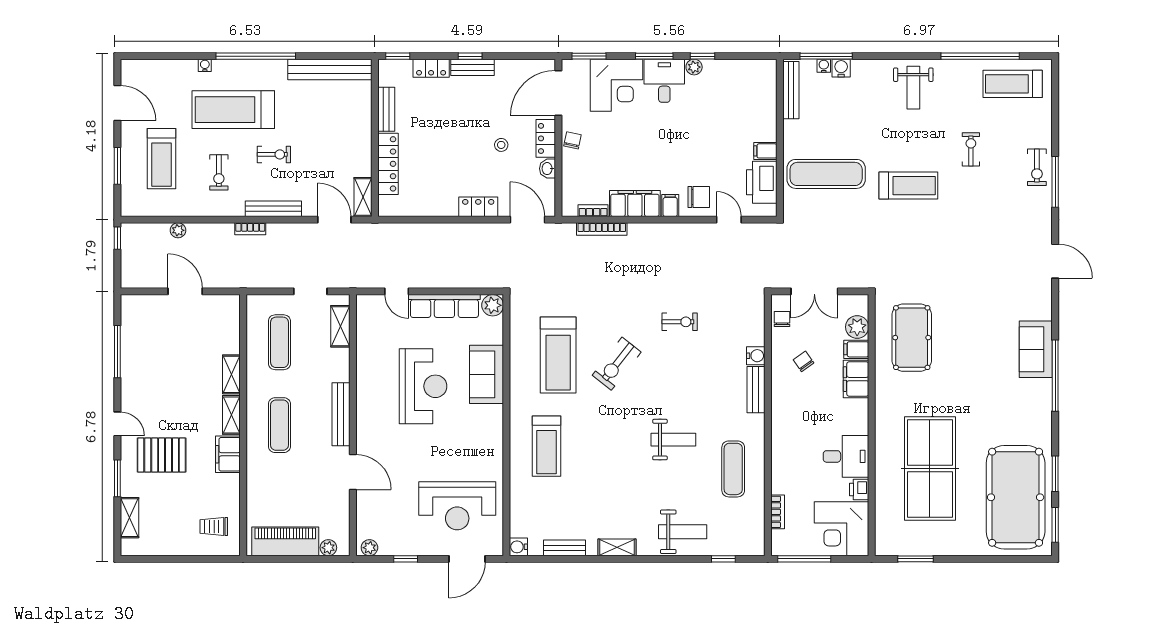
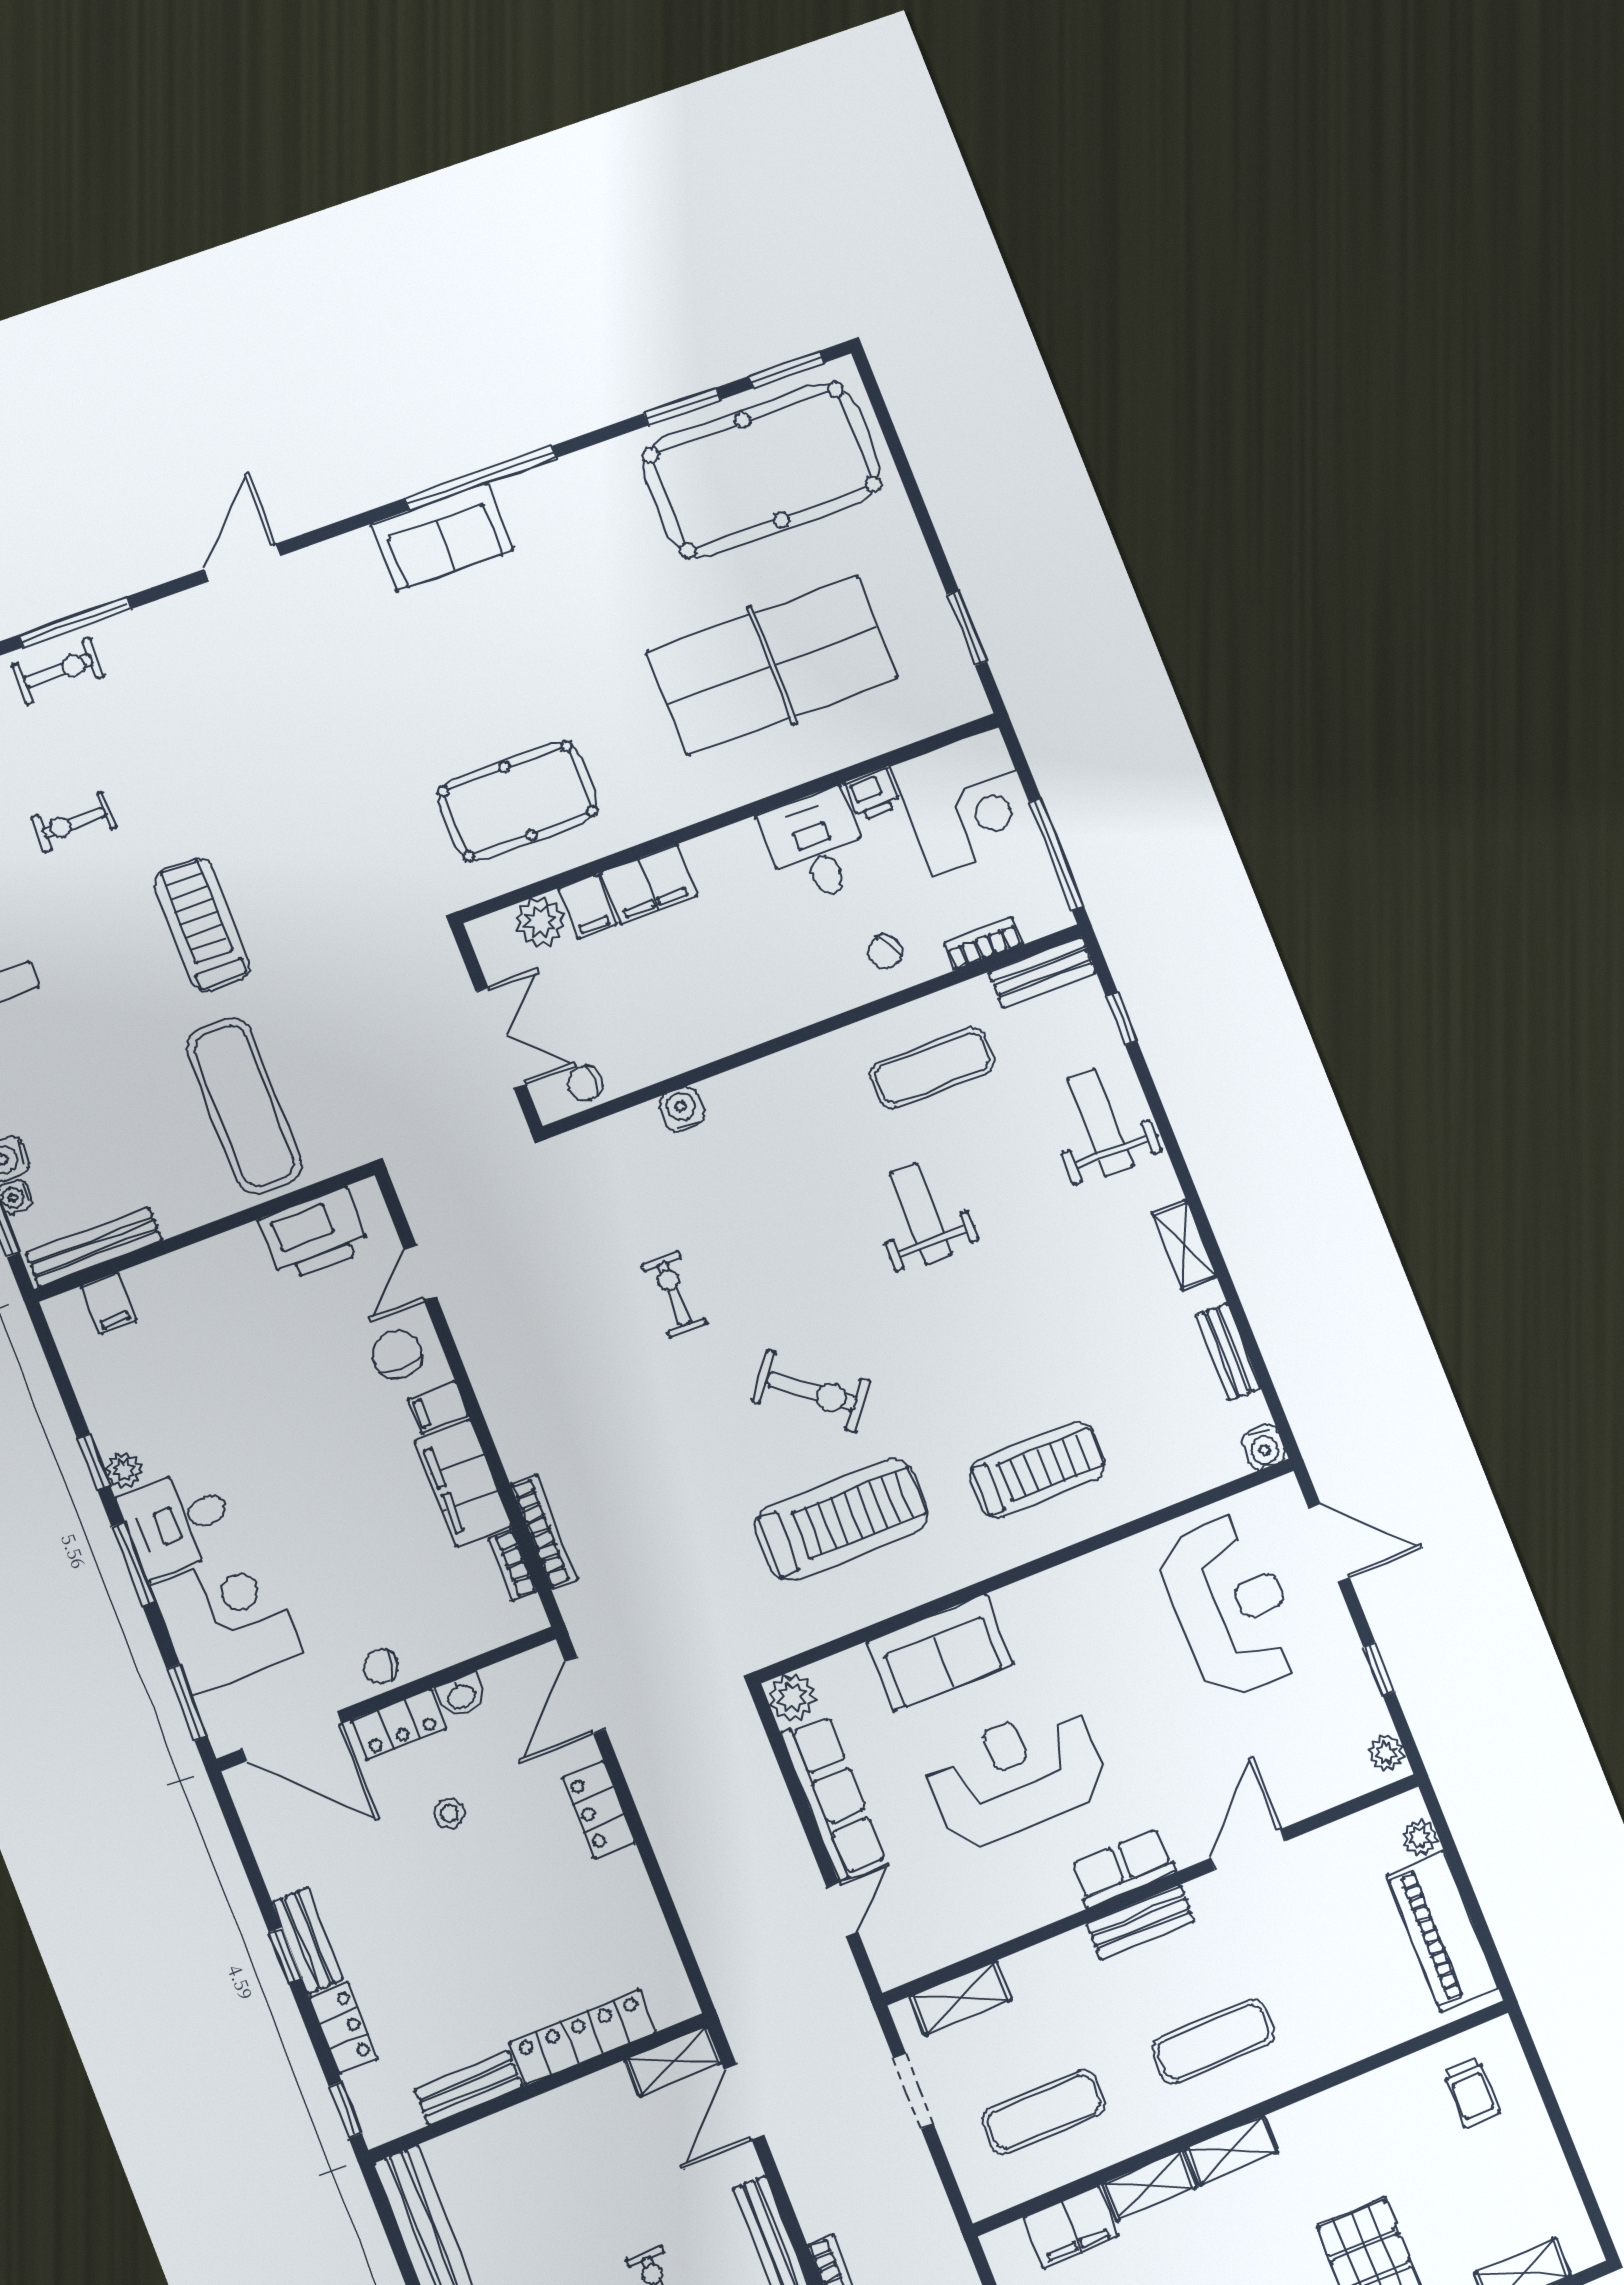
filing cabinet: (765, 151) -> (108, 1303), moved
chair: (804, 361) -> (885, 952), moved
bench: (756, 390) -> (1042, 972), moved
bench: (341, 414) -> (1141, 1922), width x0.73
row of seats: (366, 416) -> (1123, 1868), added
filing cabinet: (228, 454) -> (1071, 2227), moved

